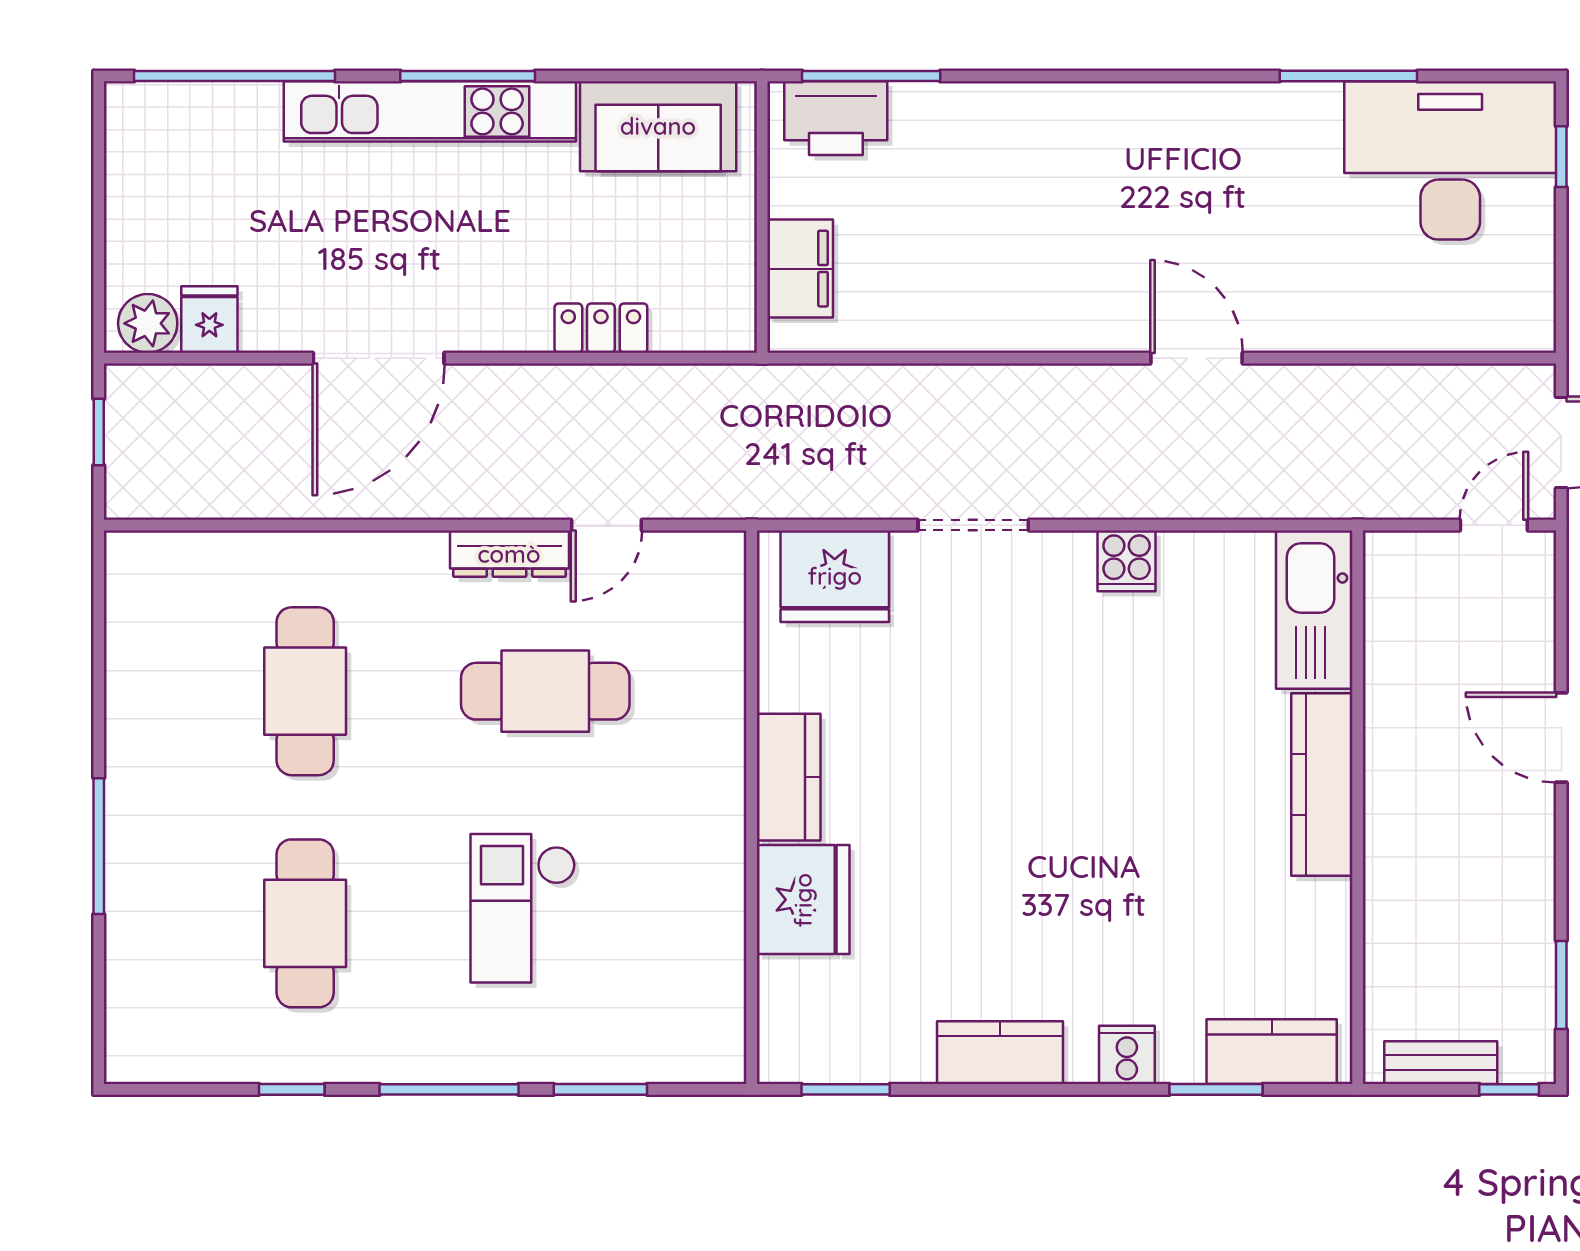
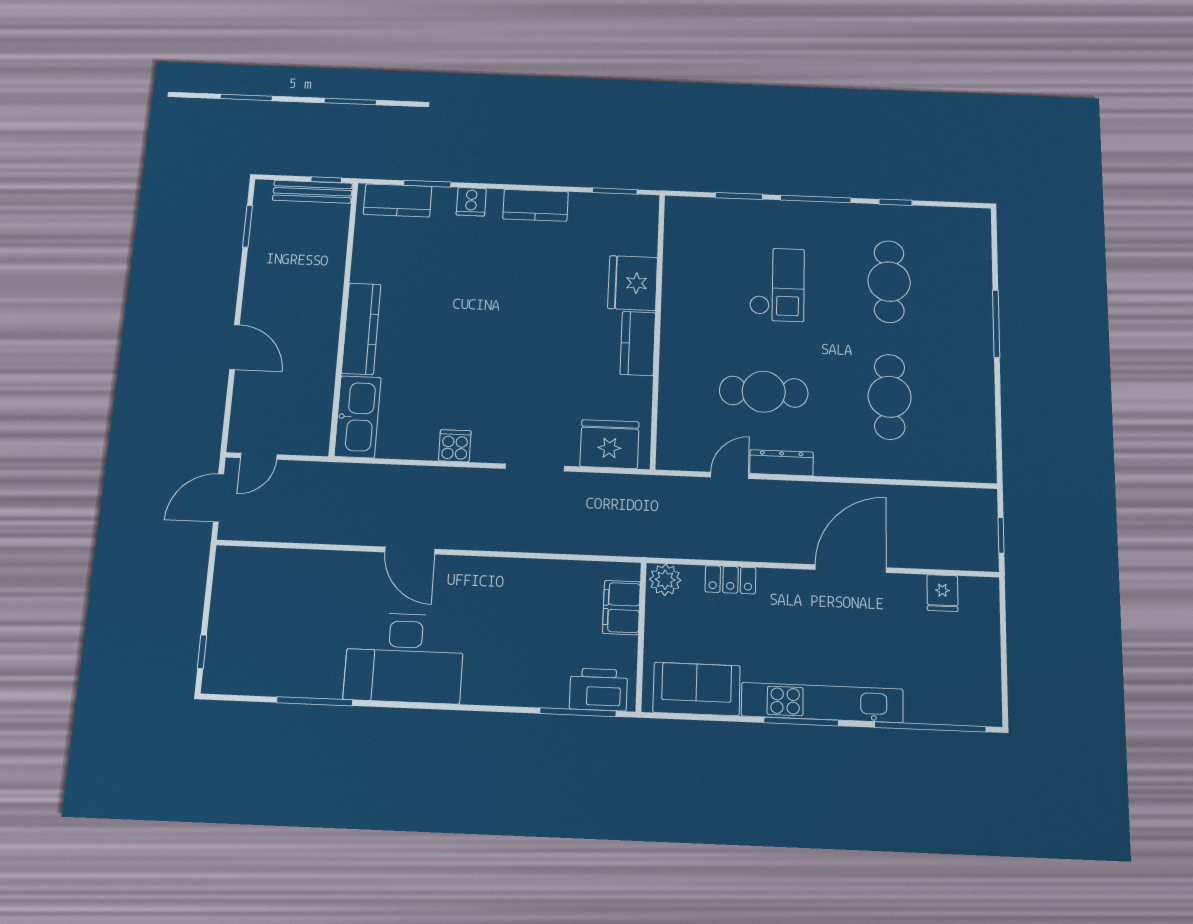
desk: (1450, 160) -> (404, 658), moved
plant: (148, 323) -> (665, 580), moved
bench: (1441, 1063) -> (312, 192), width x1.36
window: (1509, 1089) -> (326, 180), moved

